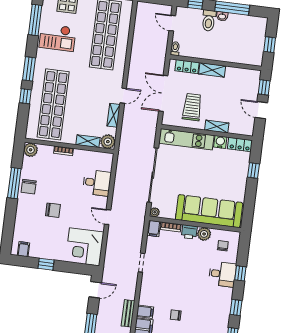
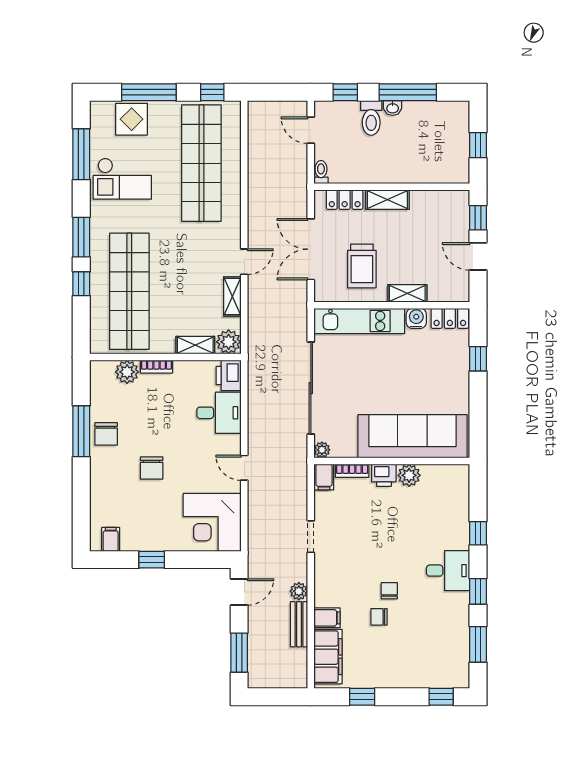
trolley: (192, 107) -> (362, 266), turned 180
plant: (31, 150) -> (127, 372), moved
printer: (105, 161) -> (229, 375), added
chair: (53, 210) -> (152, 468), turned 90
chair: (223, 246) -> (389, 591), moved
desk: (222, 274) -> (448, 571), moved
plant: (130, 294) -> (299, 591), added

